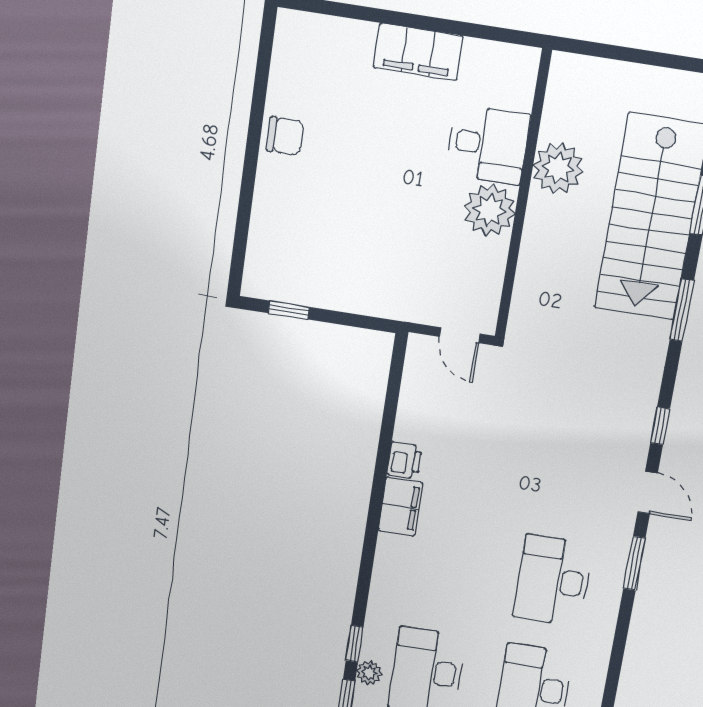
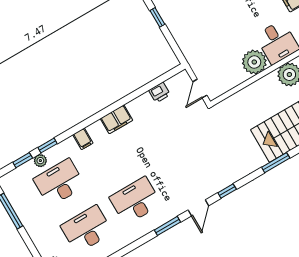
printer: (405, 460) -> (160, 92), moved
filing cabinet: (388, 583) -> (83, 139), added

